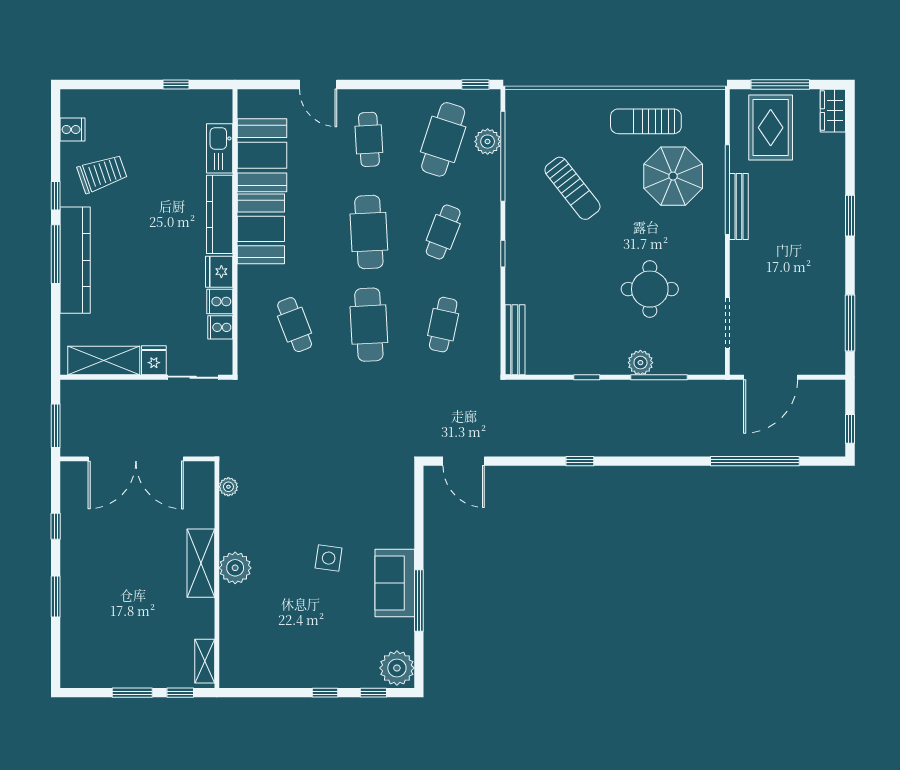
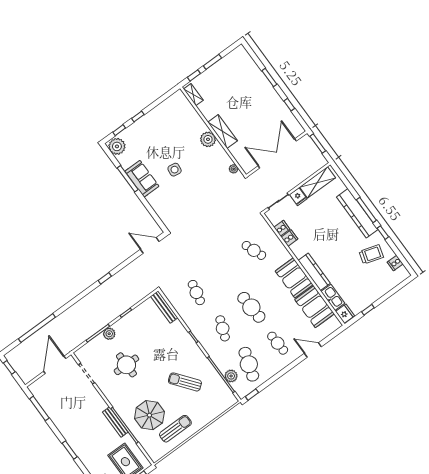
trolley: (102, 173) -> (371, 254), turned -144
fridge: (219, 272) -> (345, 314), moved
cafe table: (369, 325) -> (225, 271), removed

